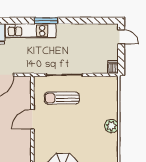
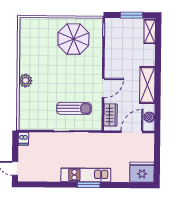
kitchen unit: (31, 31) -> (86, 175), moved
wardrobe: (25, 92) -> (111, 115), added

